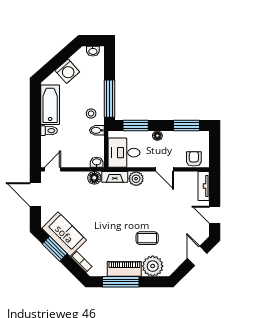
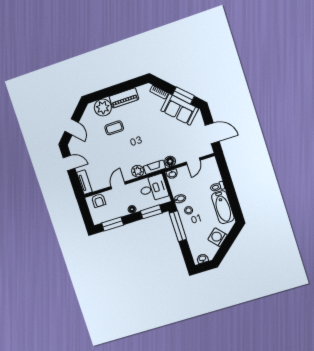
door: (52, 169) -> (193, 161), moved
door: (165, 169) -> (118, 185), hinge flipped
window: (121, 282) -> (123, 87), removed

